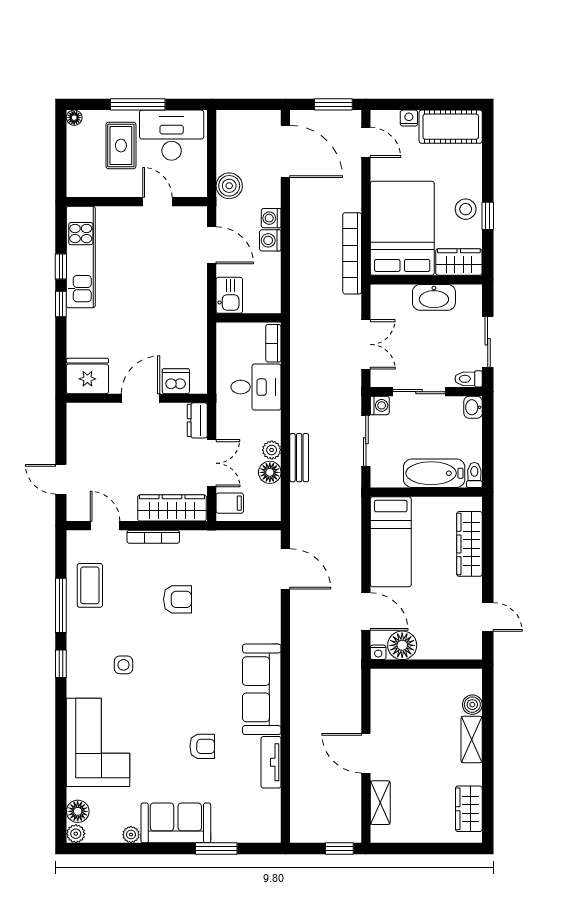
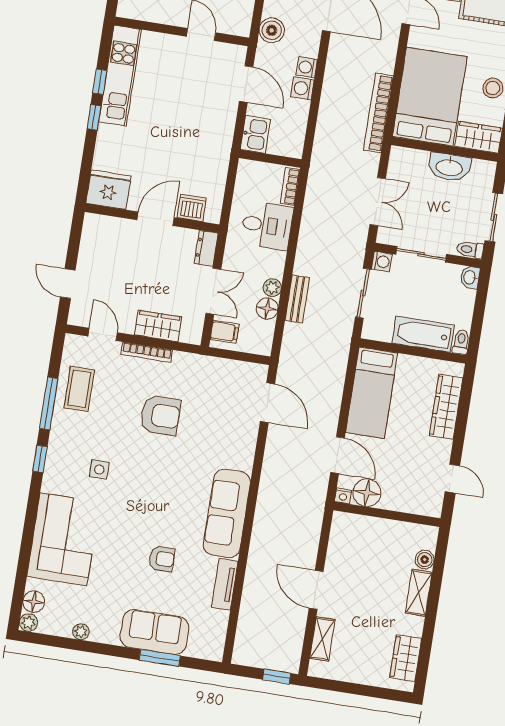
wardrobe: (172, 508) -> (158, 326), width x0.67
armchair: (178, 599) -> (160, 415), width x1.38, depth x1.38
sofa: (176, 823) -> (154, 632), moved

